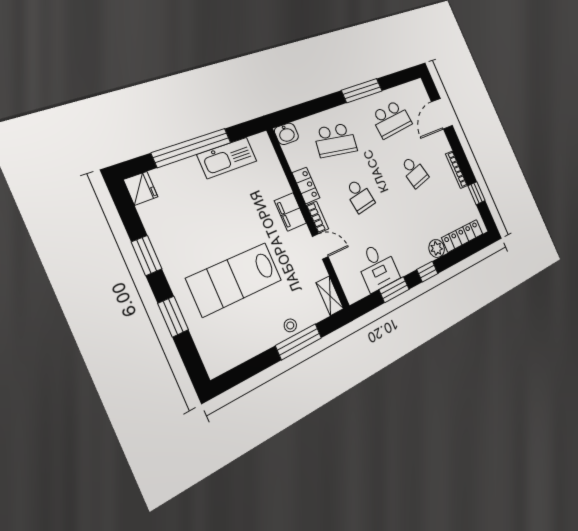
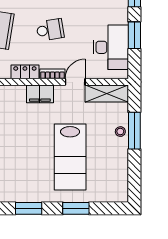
desk: (378, 267) -> (111, 47), width x1.37
shelving: (330, 296) -> (107, 94), width x1.50, depth x1.33

